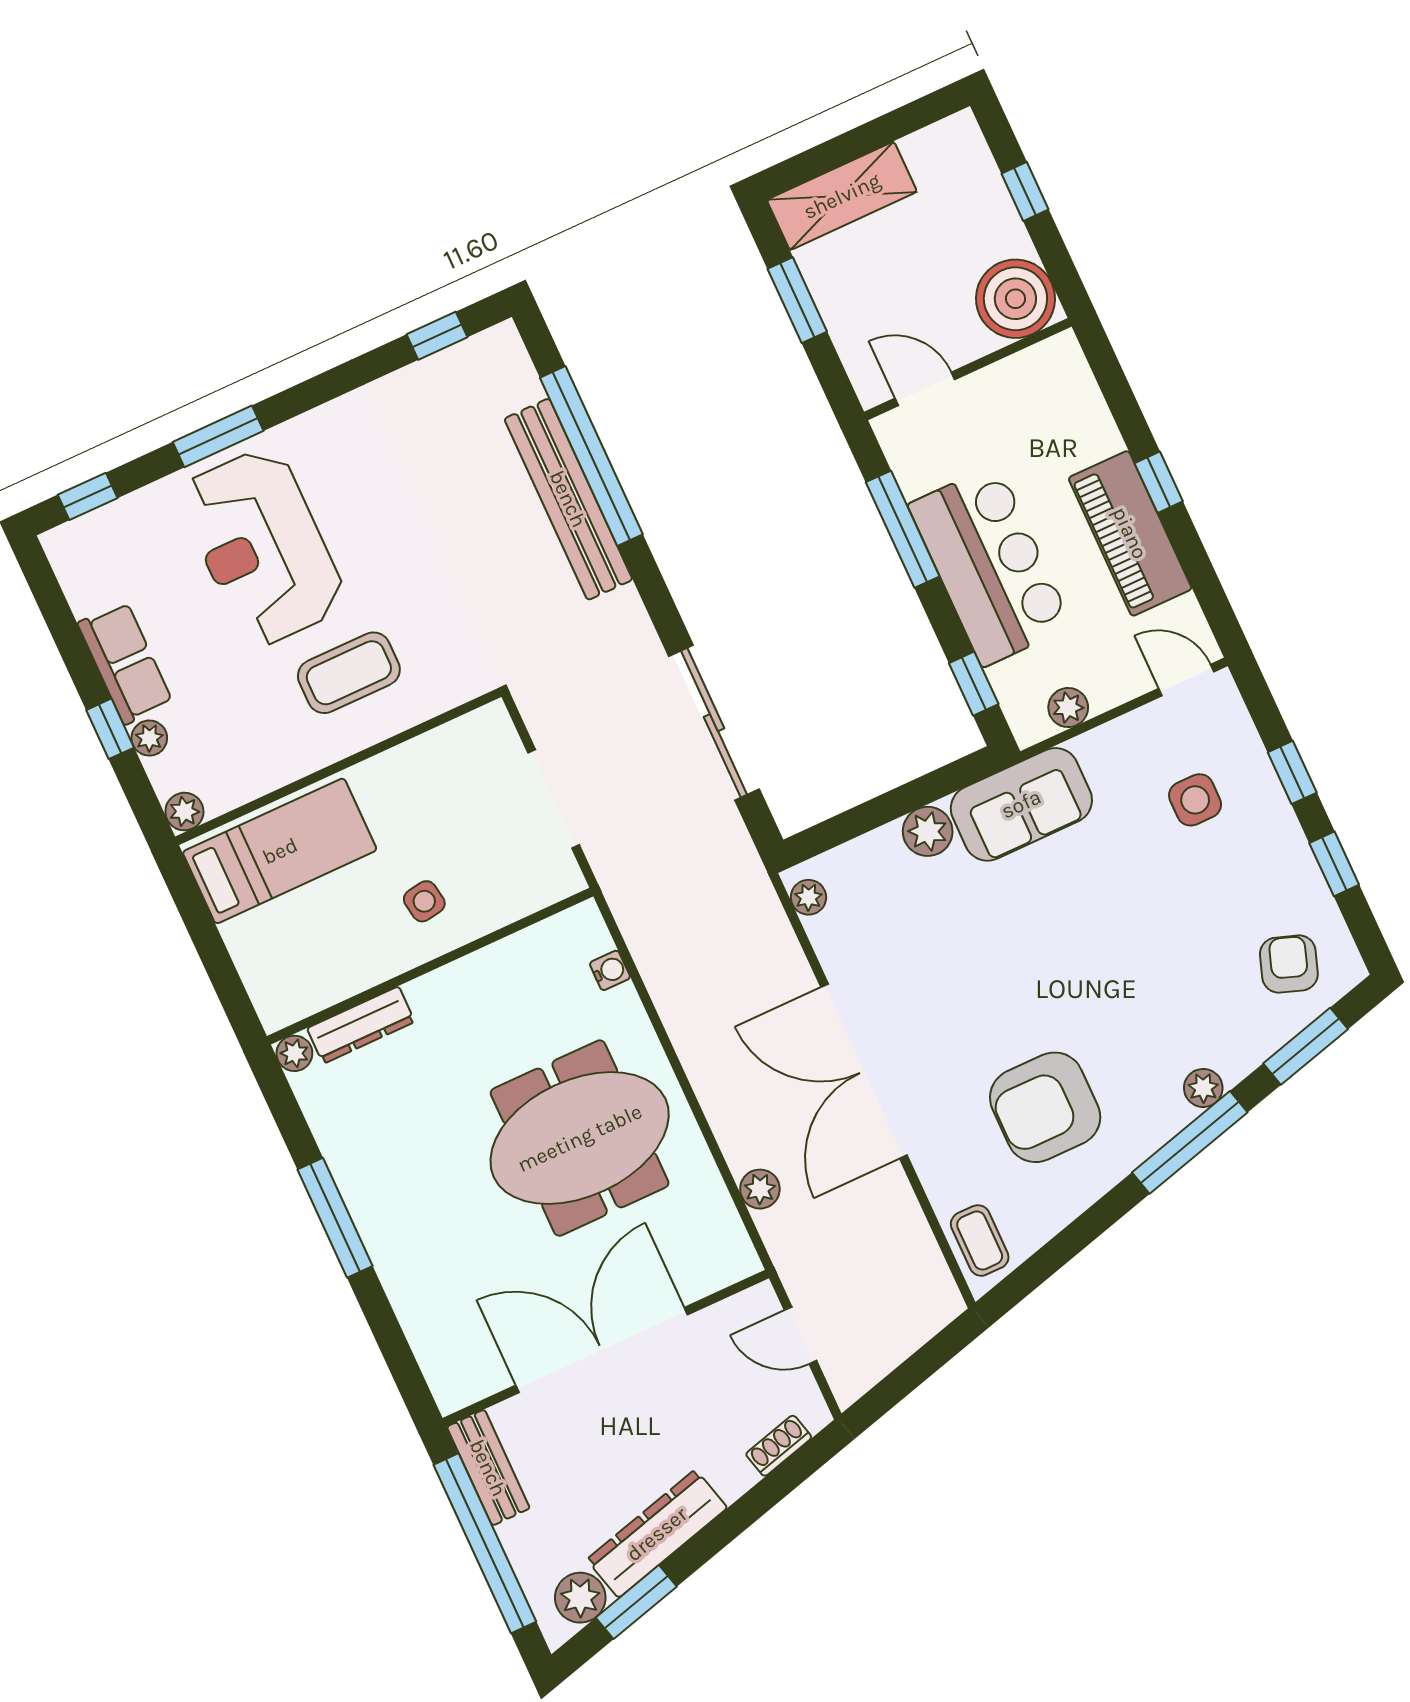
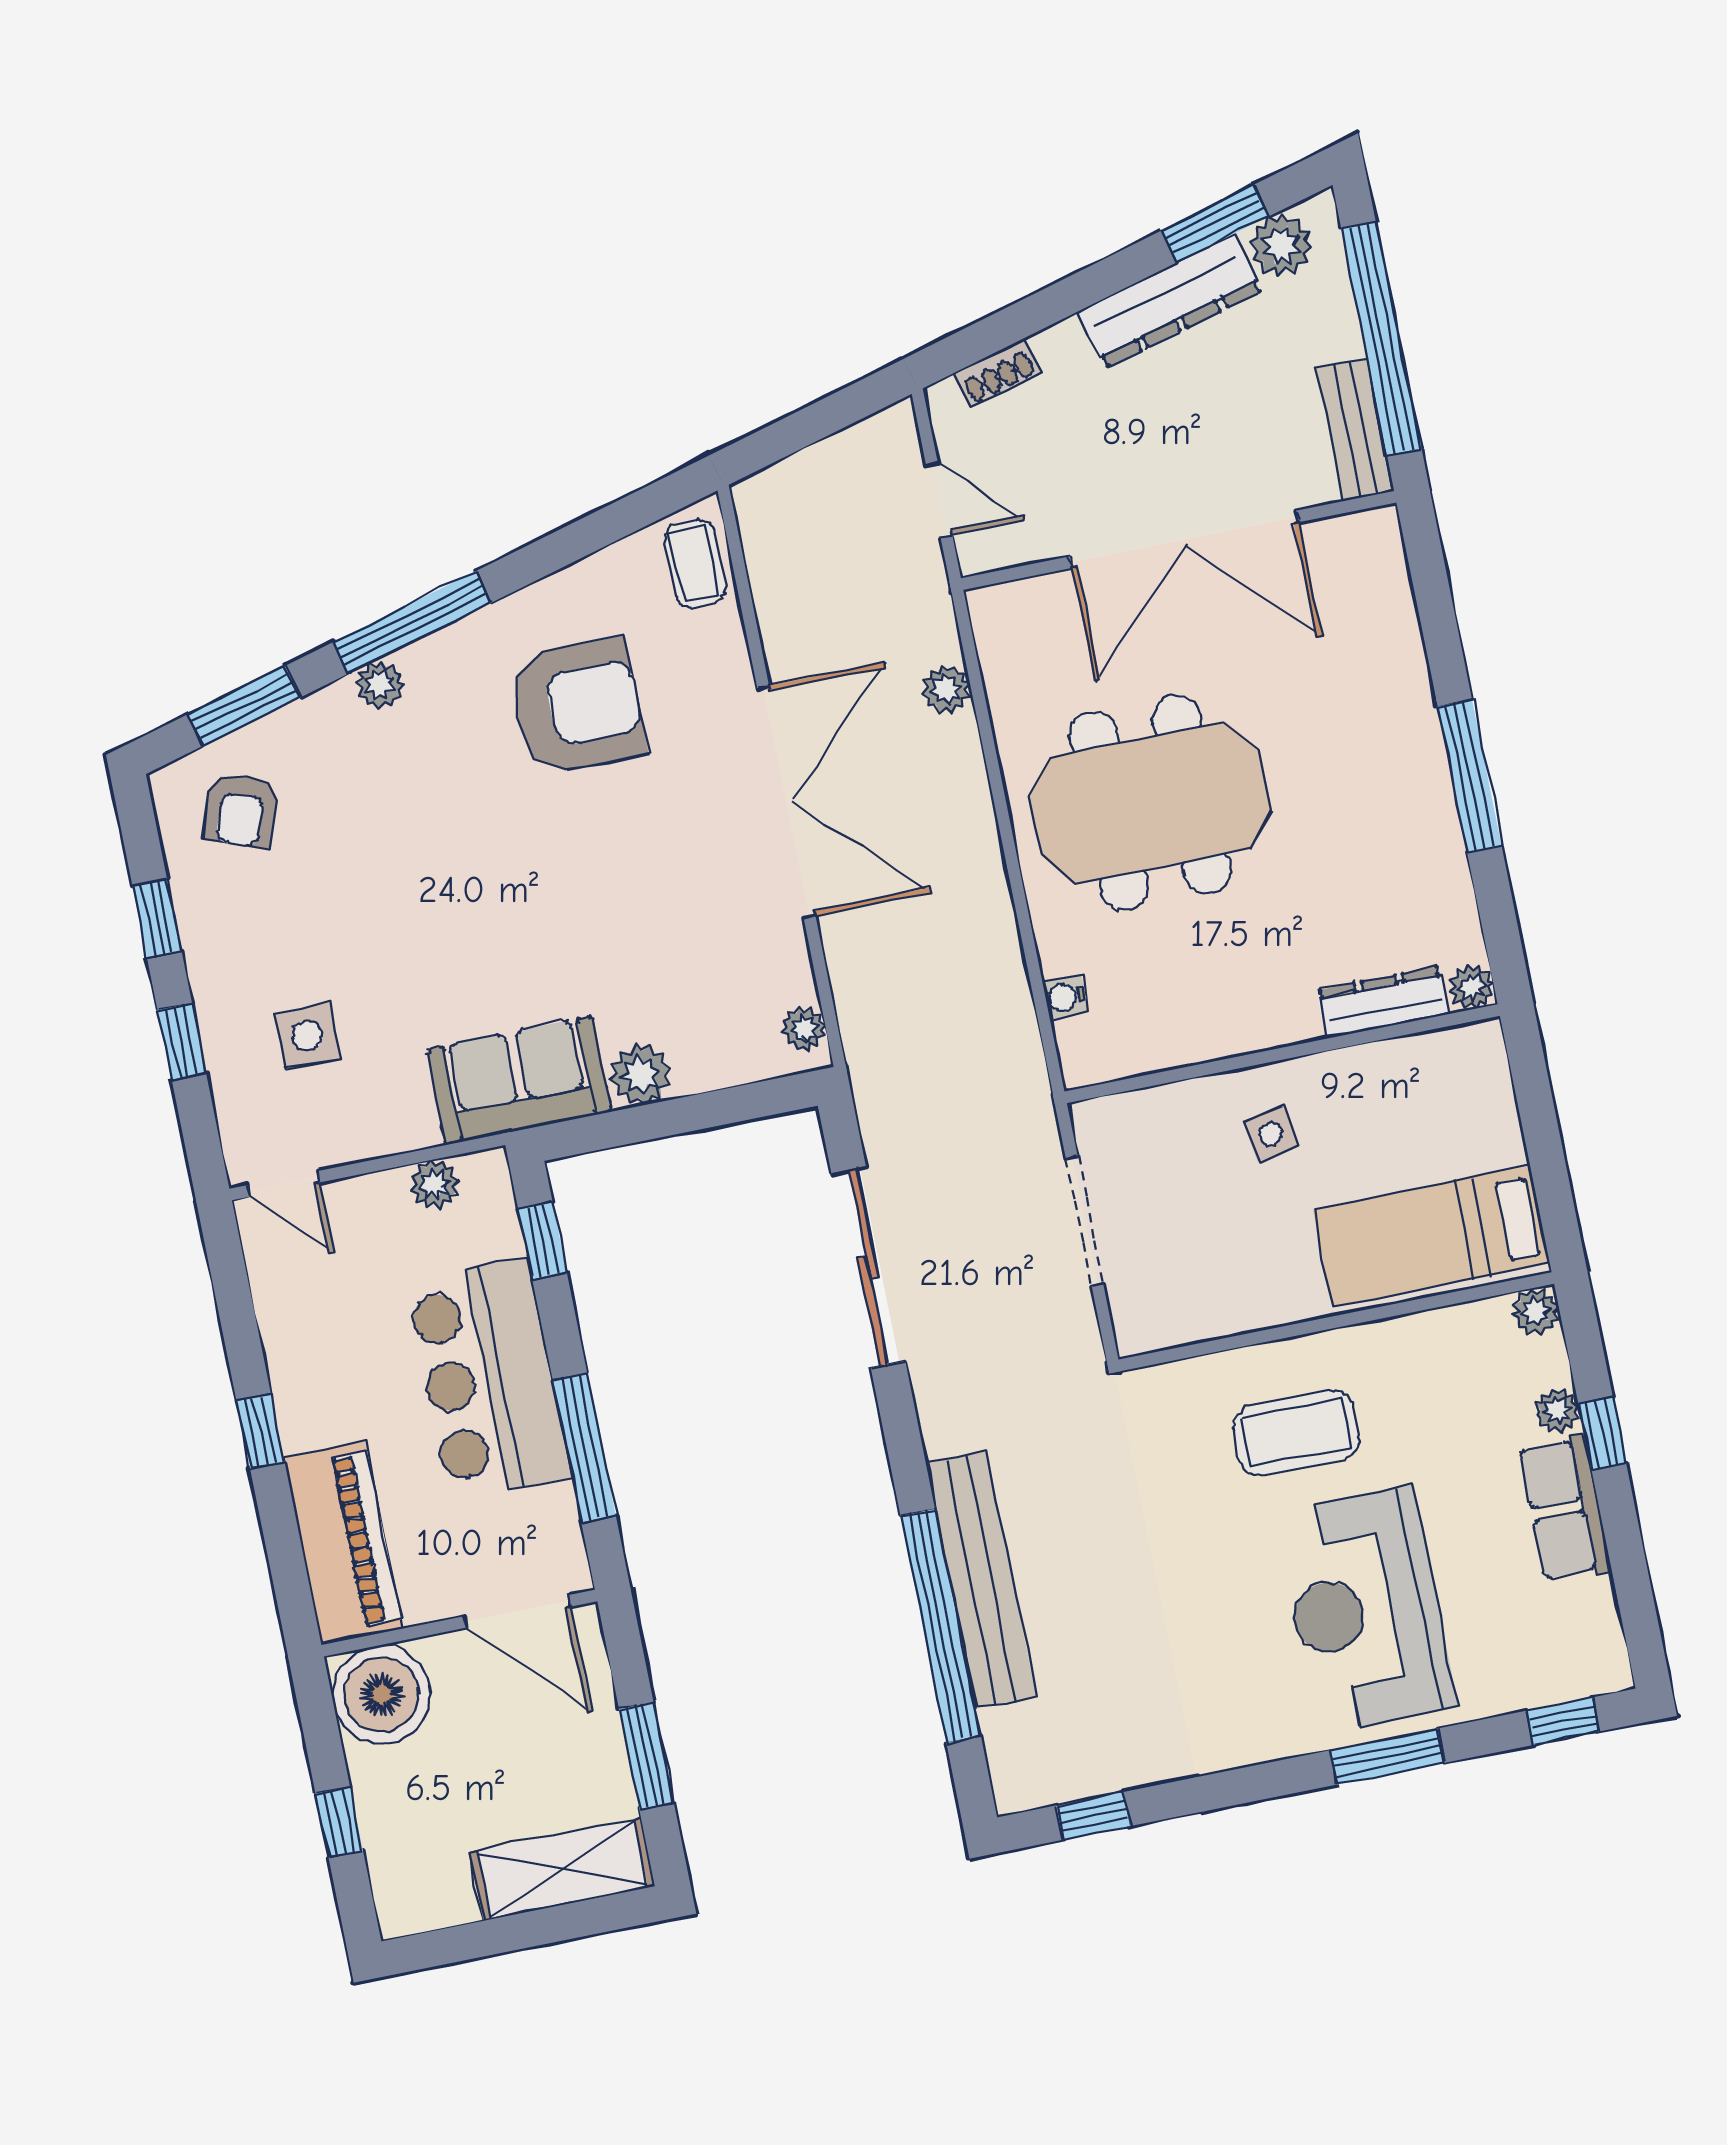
door: (925, 389) -> (517, 1611), width x1.38
piano: (1130, 533) -> (343, 1543), moved
reception desk: (262, 547) -> (1366, 1610), turned 180

